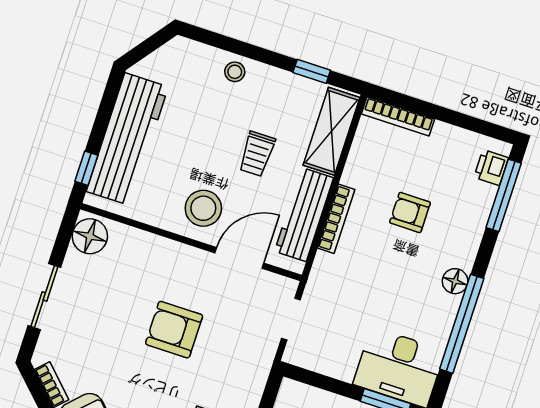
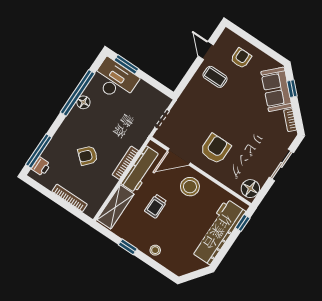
window: (312, 71) -> (128, 247), moved
bookcase: (398, 116) -> (70, 198), moved
trolley: (257, 154) -> (156, 206), turned 180
armchair: (410, 213) -> (88, 156), turned 132
floor lamp: (455, 281) -> (83, 102), moved
armchair: (174, 330) -> (215, 149), moved, turned -90

